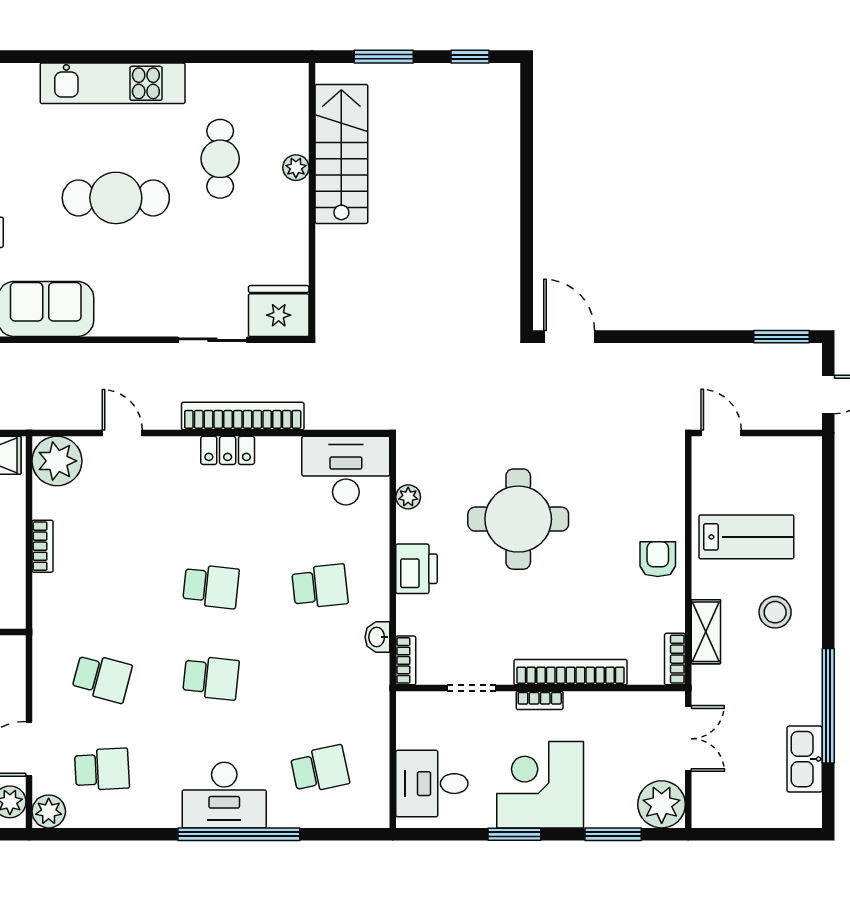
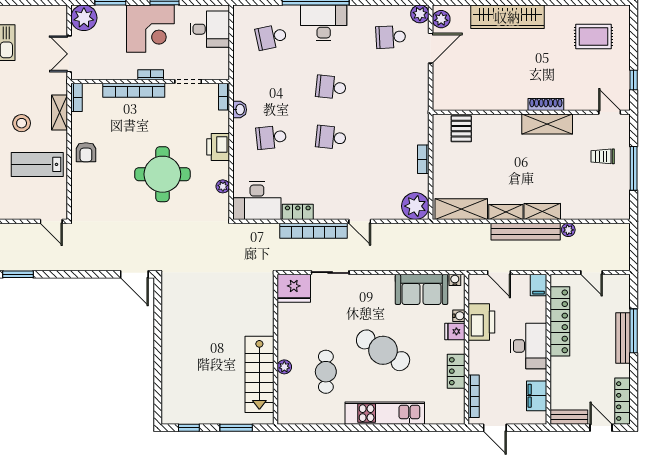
cafe table: (116, 198) -> (383, 350), turned 32
door: (122, 433) -> (360, 221), moved
locker: (228, 450) -> (298, 212), moved
school desk: (102, 678) -> (391, 87), removed

